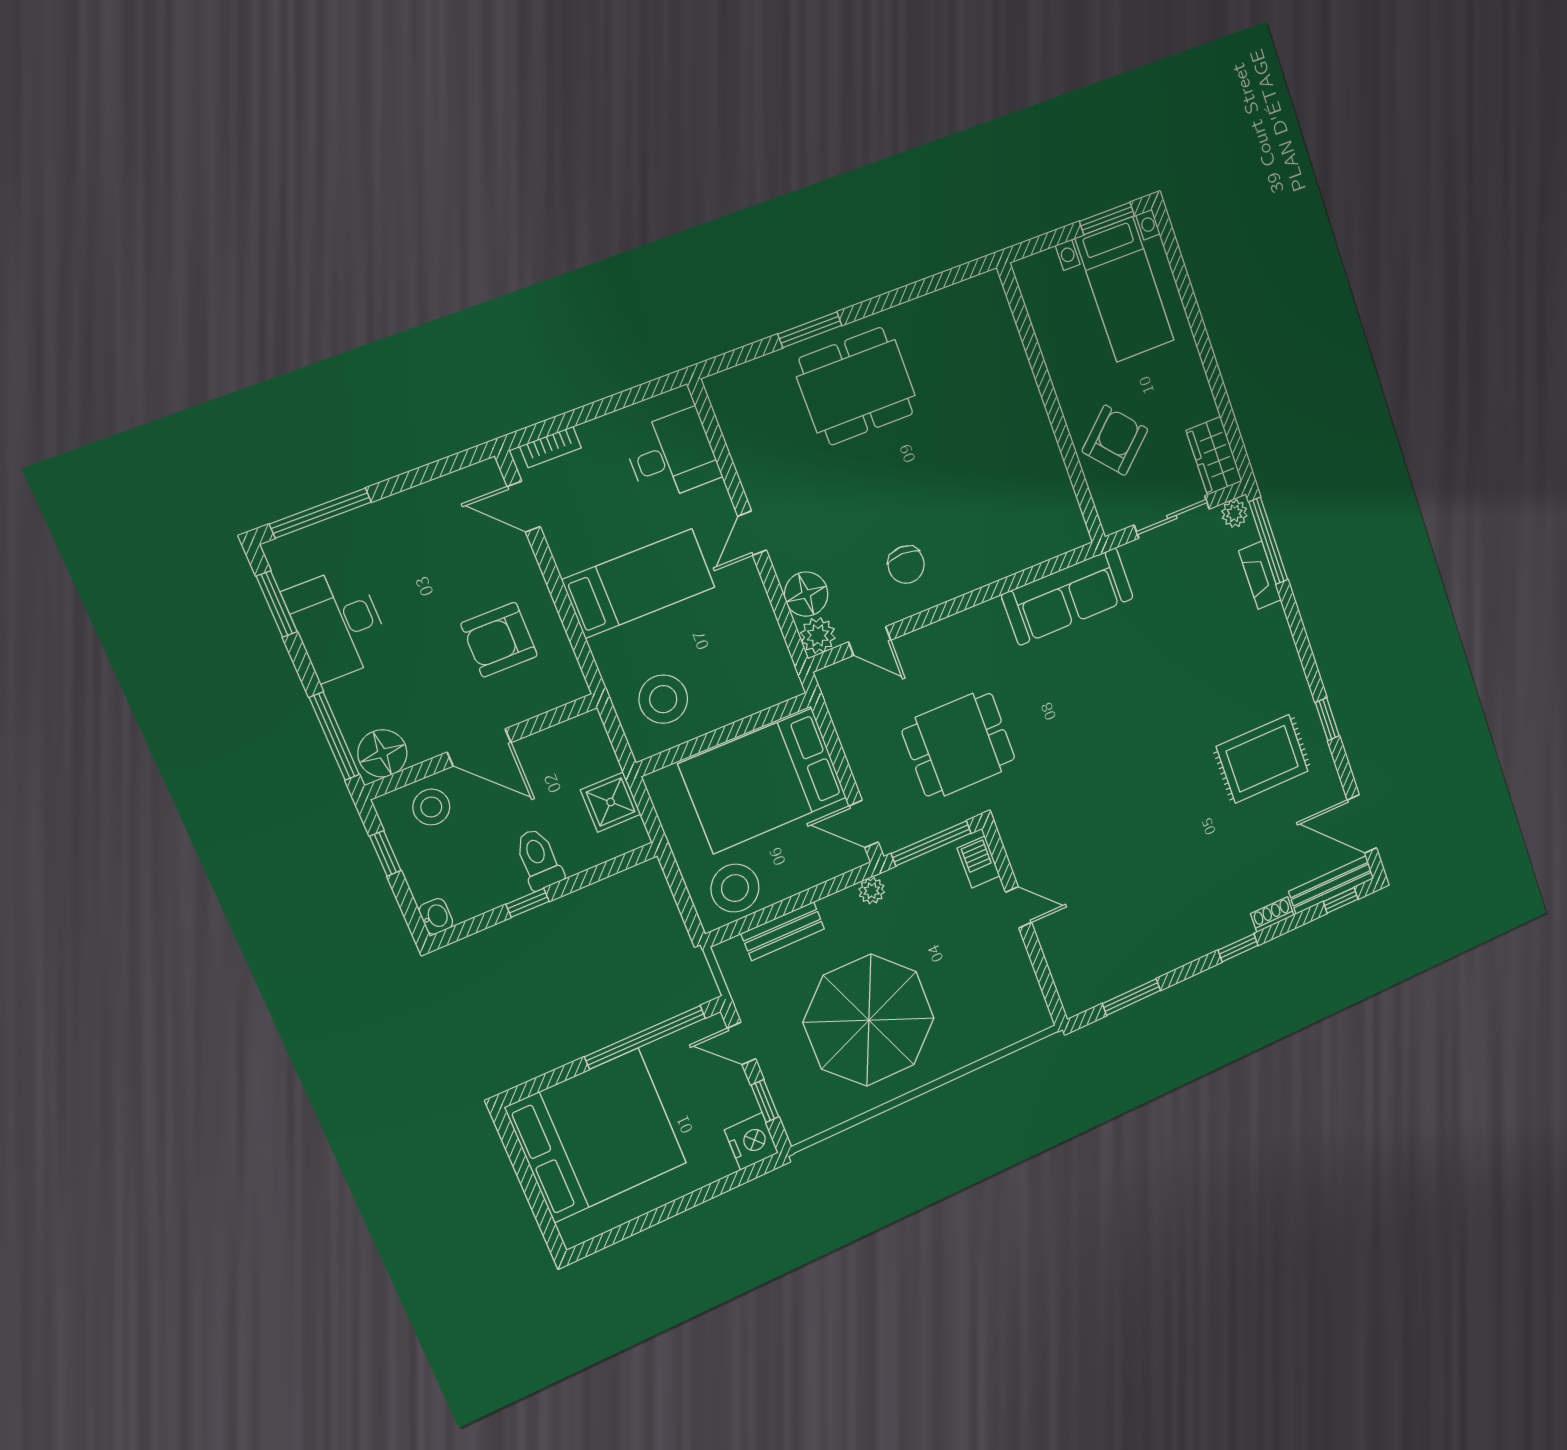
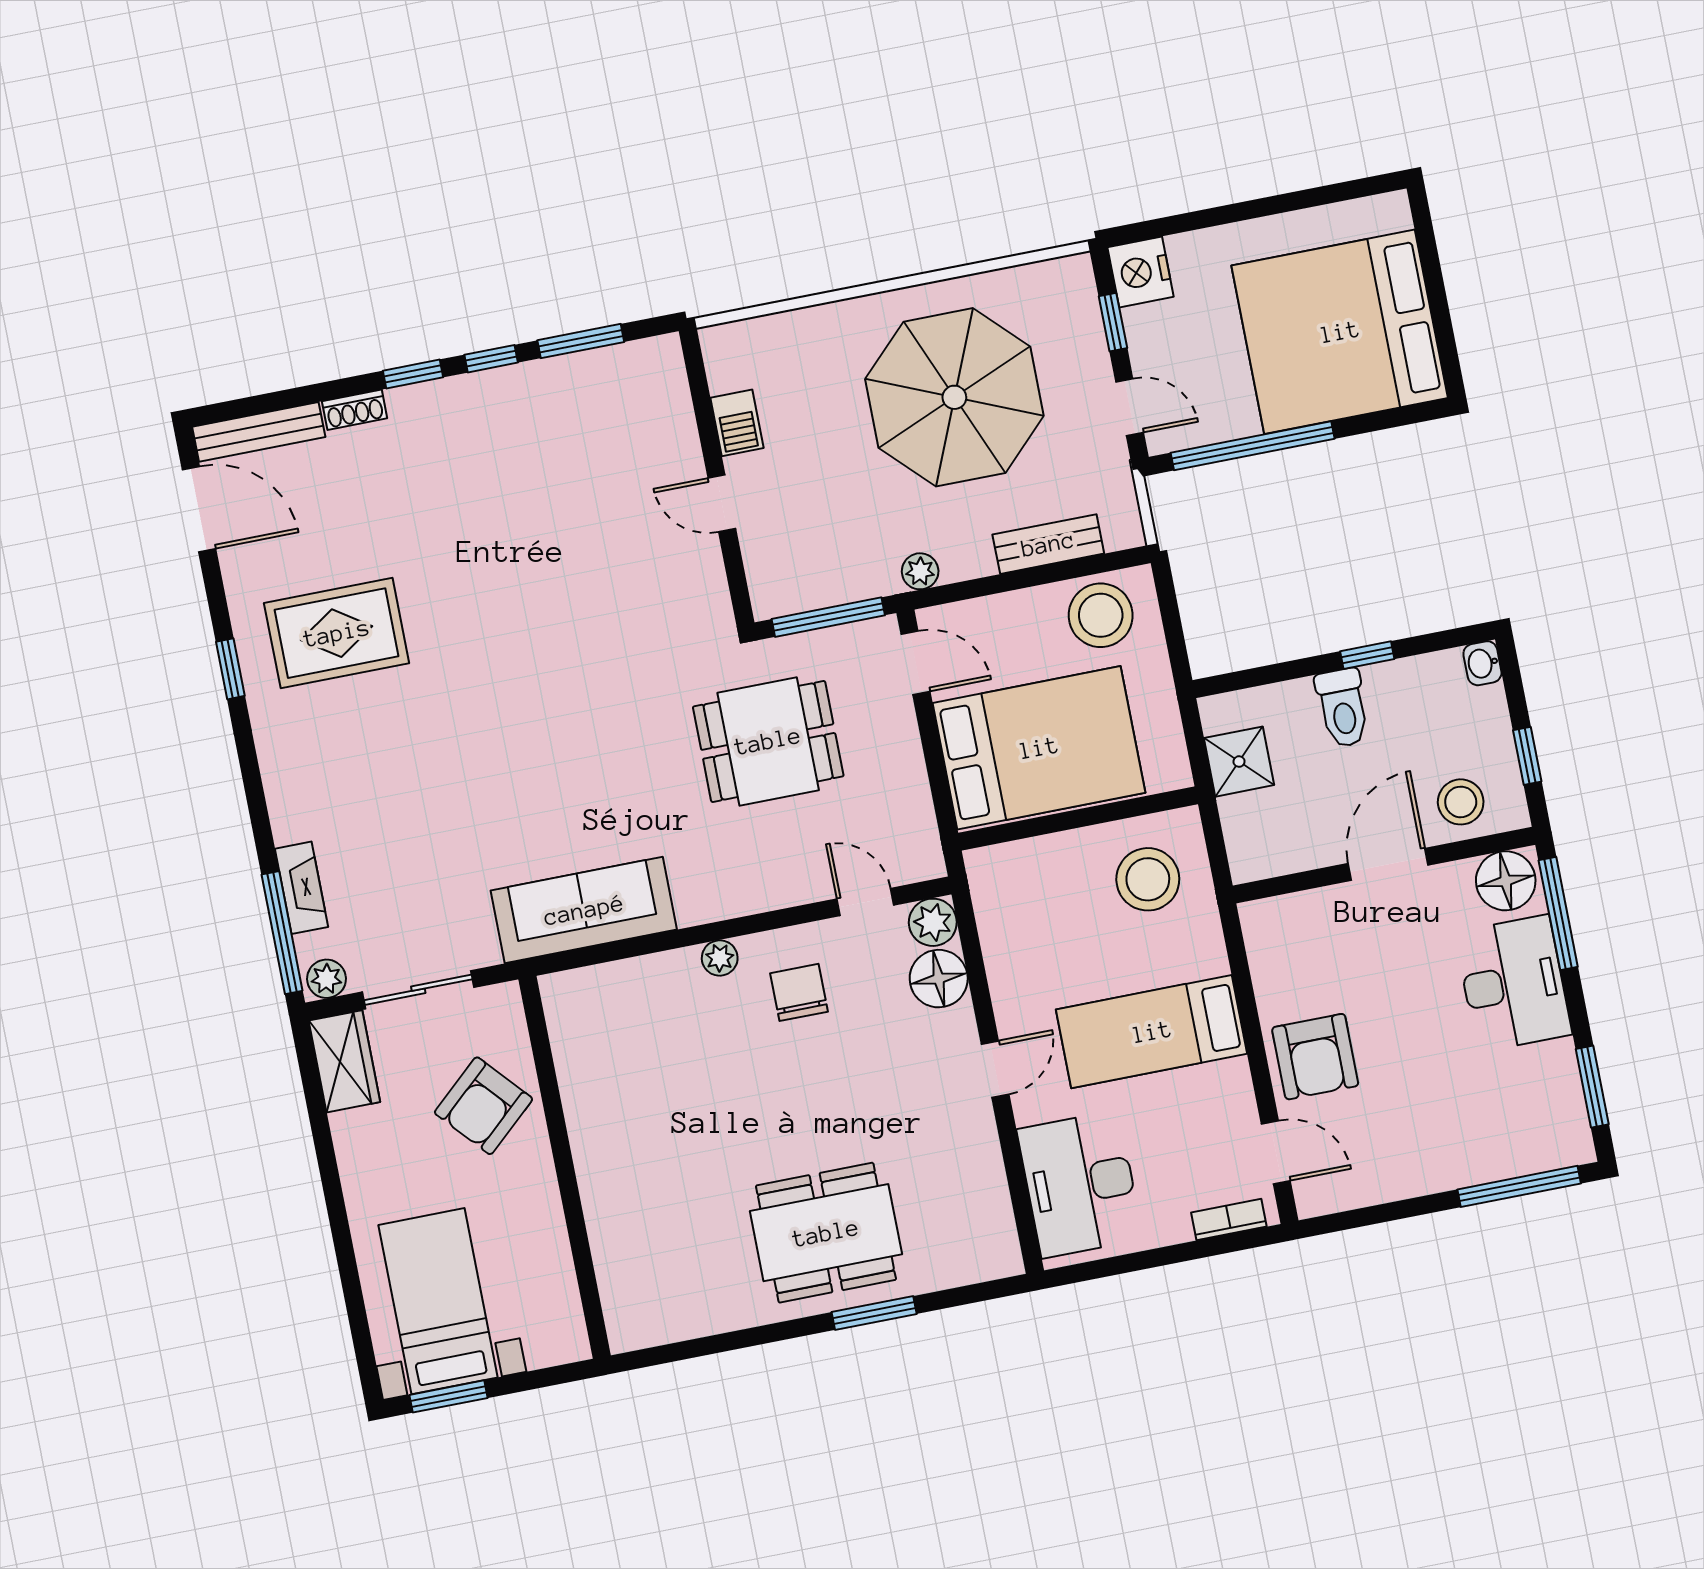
desk: (672, 456) -> (1080, 1184), width x1.37
plant: (967, 580) -> (720, 958), added
desk: (338, 624) -> (1513, 983), moved
armchair: (499, 640) -> (1315, 1057), moved, turned 90
door: (479, 747) -> (1388, 864), hinge flipped
barbecue: (979, 862) -> (737, 423), moved
window: (1341, 900) -> (491, 359), moved

